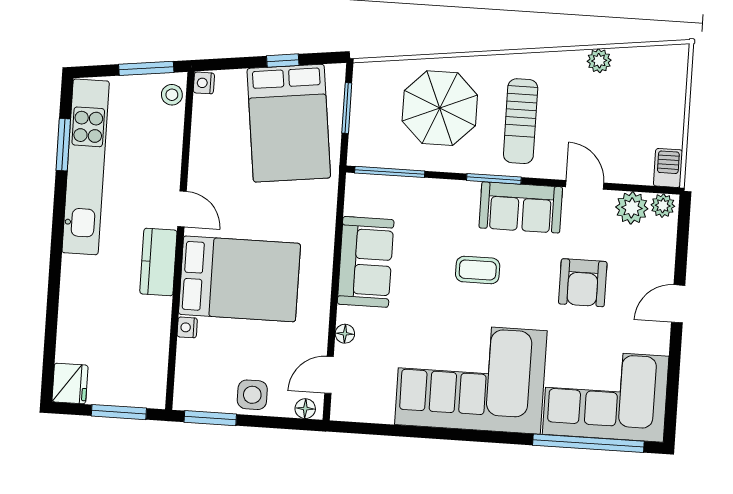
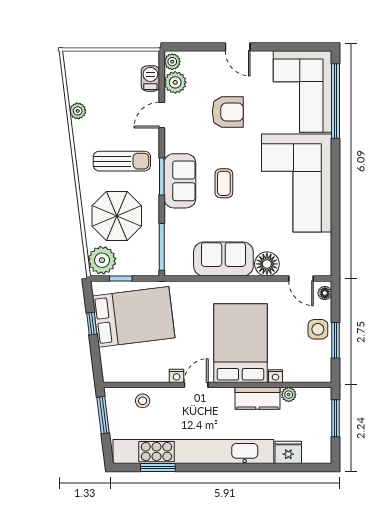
plant: (376, 82) -> (102, 260), added
nightstand: (204, 83) -> (177, 376), moved
stool: (172, 95) -> (143, 401), moved
window: (347, 108) -> (121, 279), width x0.67
kitchen unit: (86, 167) -> (193, 452), width x1.36
barbecue: (668, 168) -> (150, 78), moved, turned 90
sofa: (521, 207) -> (180, 181), moved
kitchen counter: (158, 262) -> (257, 398), moved
floor lamp: (345, 334) -> (267, 264), width x1.89, depth x1.89
plant: (159, 345) -> (289, 395), added
fridge: (70, 383) -> (288, 452), moved
window: (210, 418) -> (335, 340), moved

